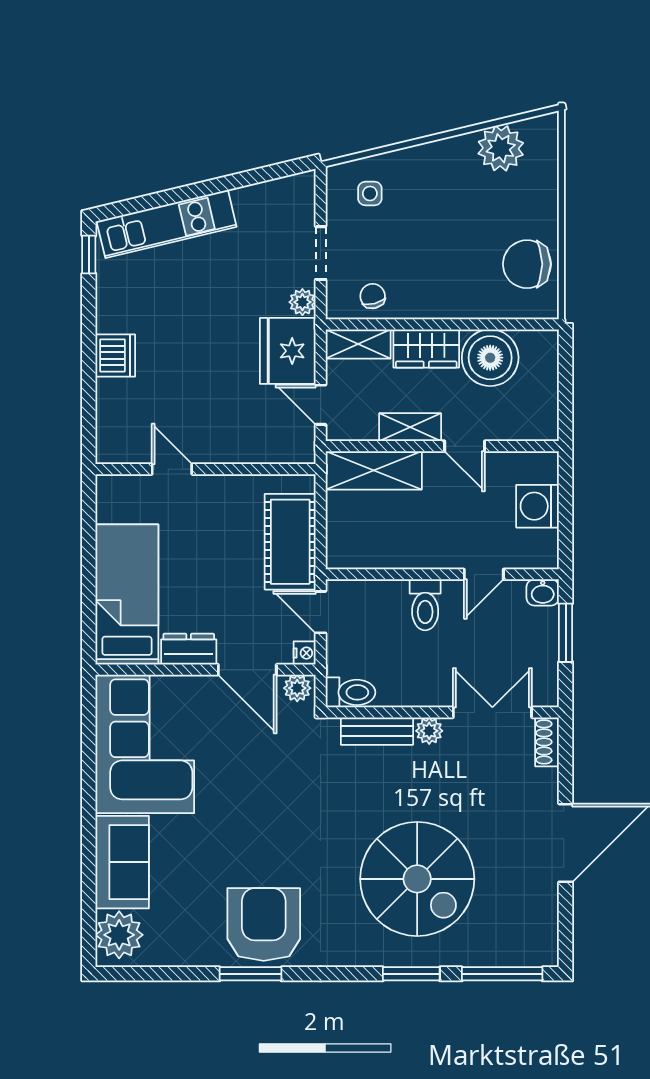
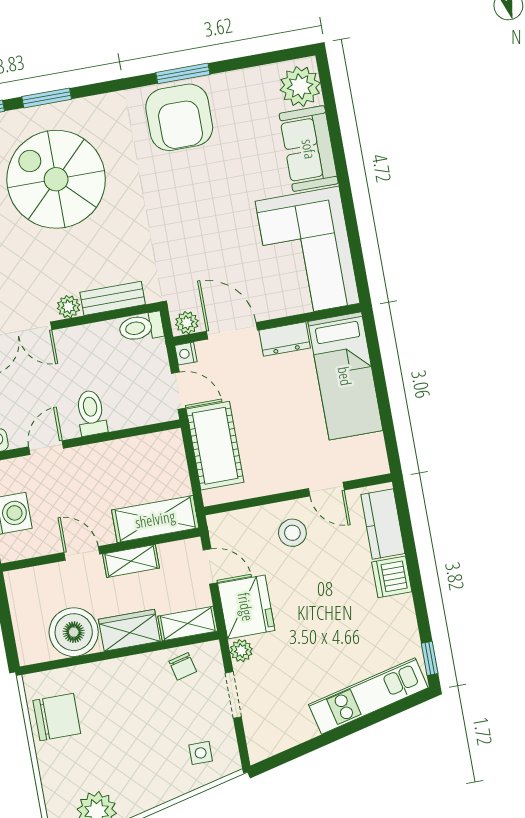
kitchen counter: (115, 418) -> (383, 524), added
stool: (220, 426) -> (292, 533), added

